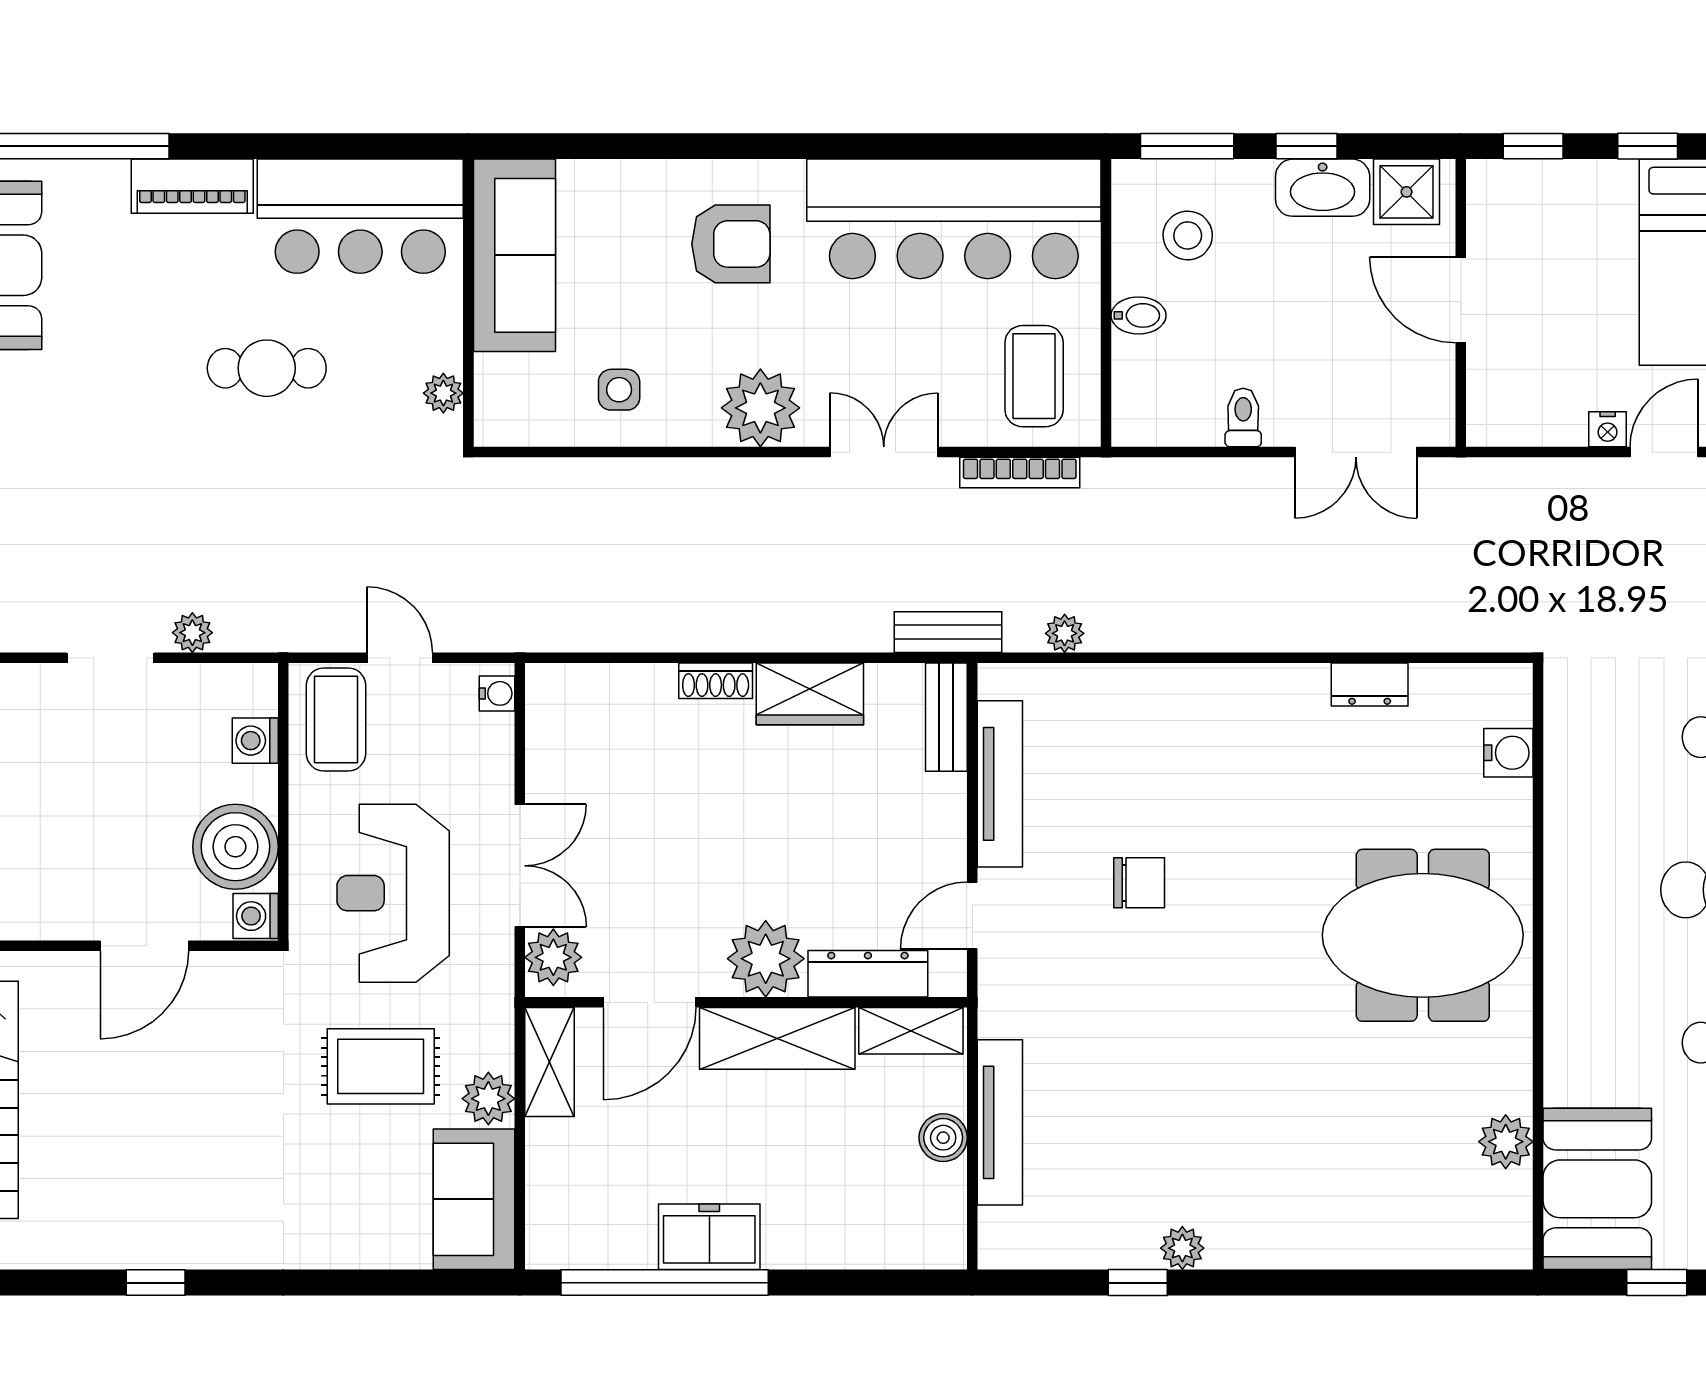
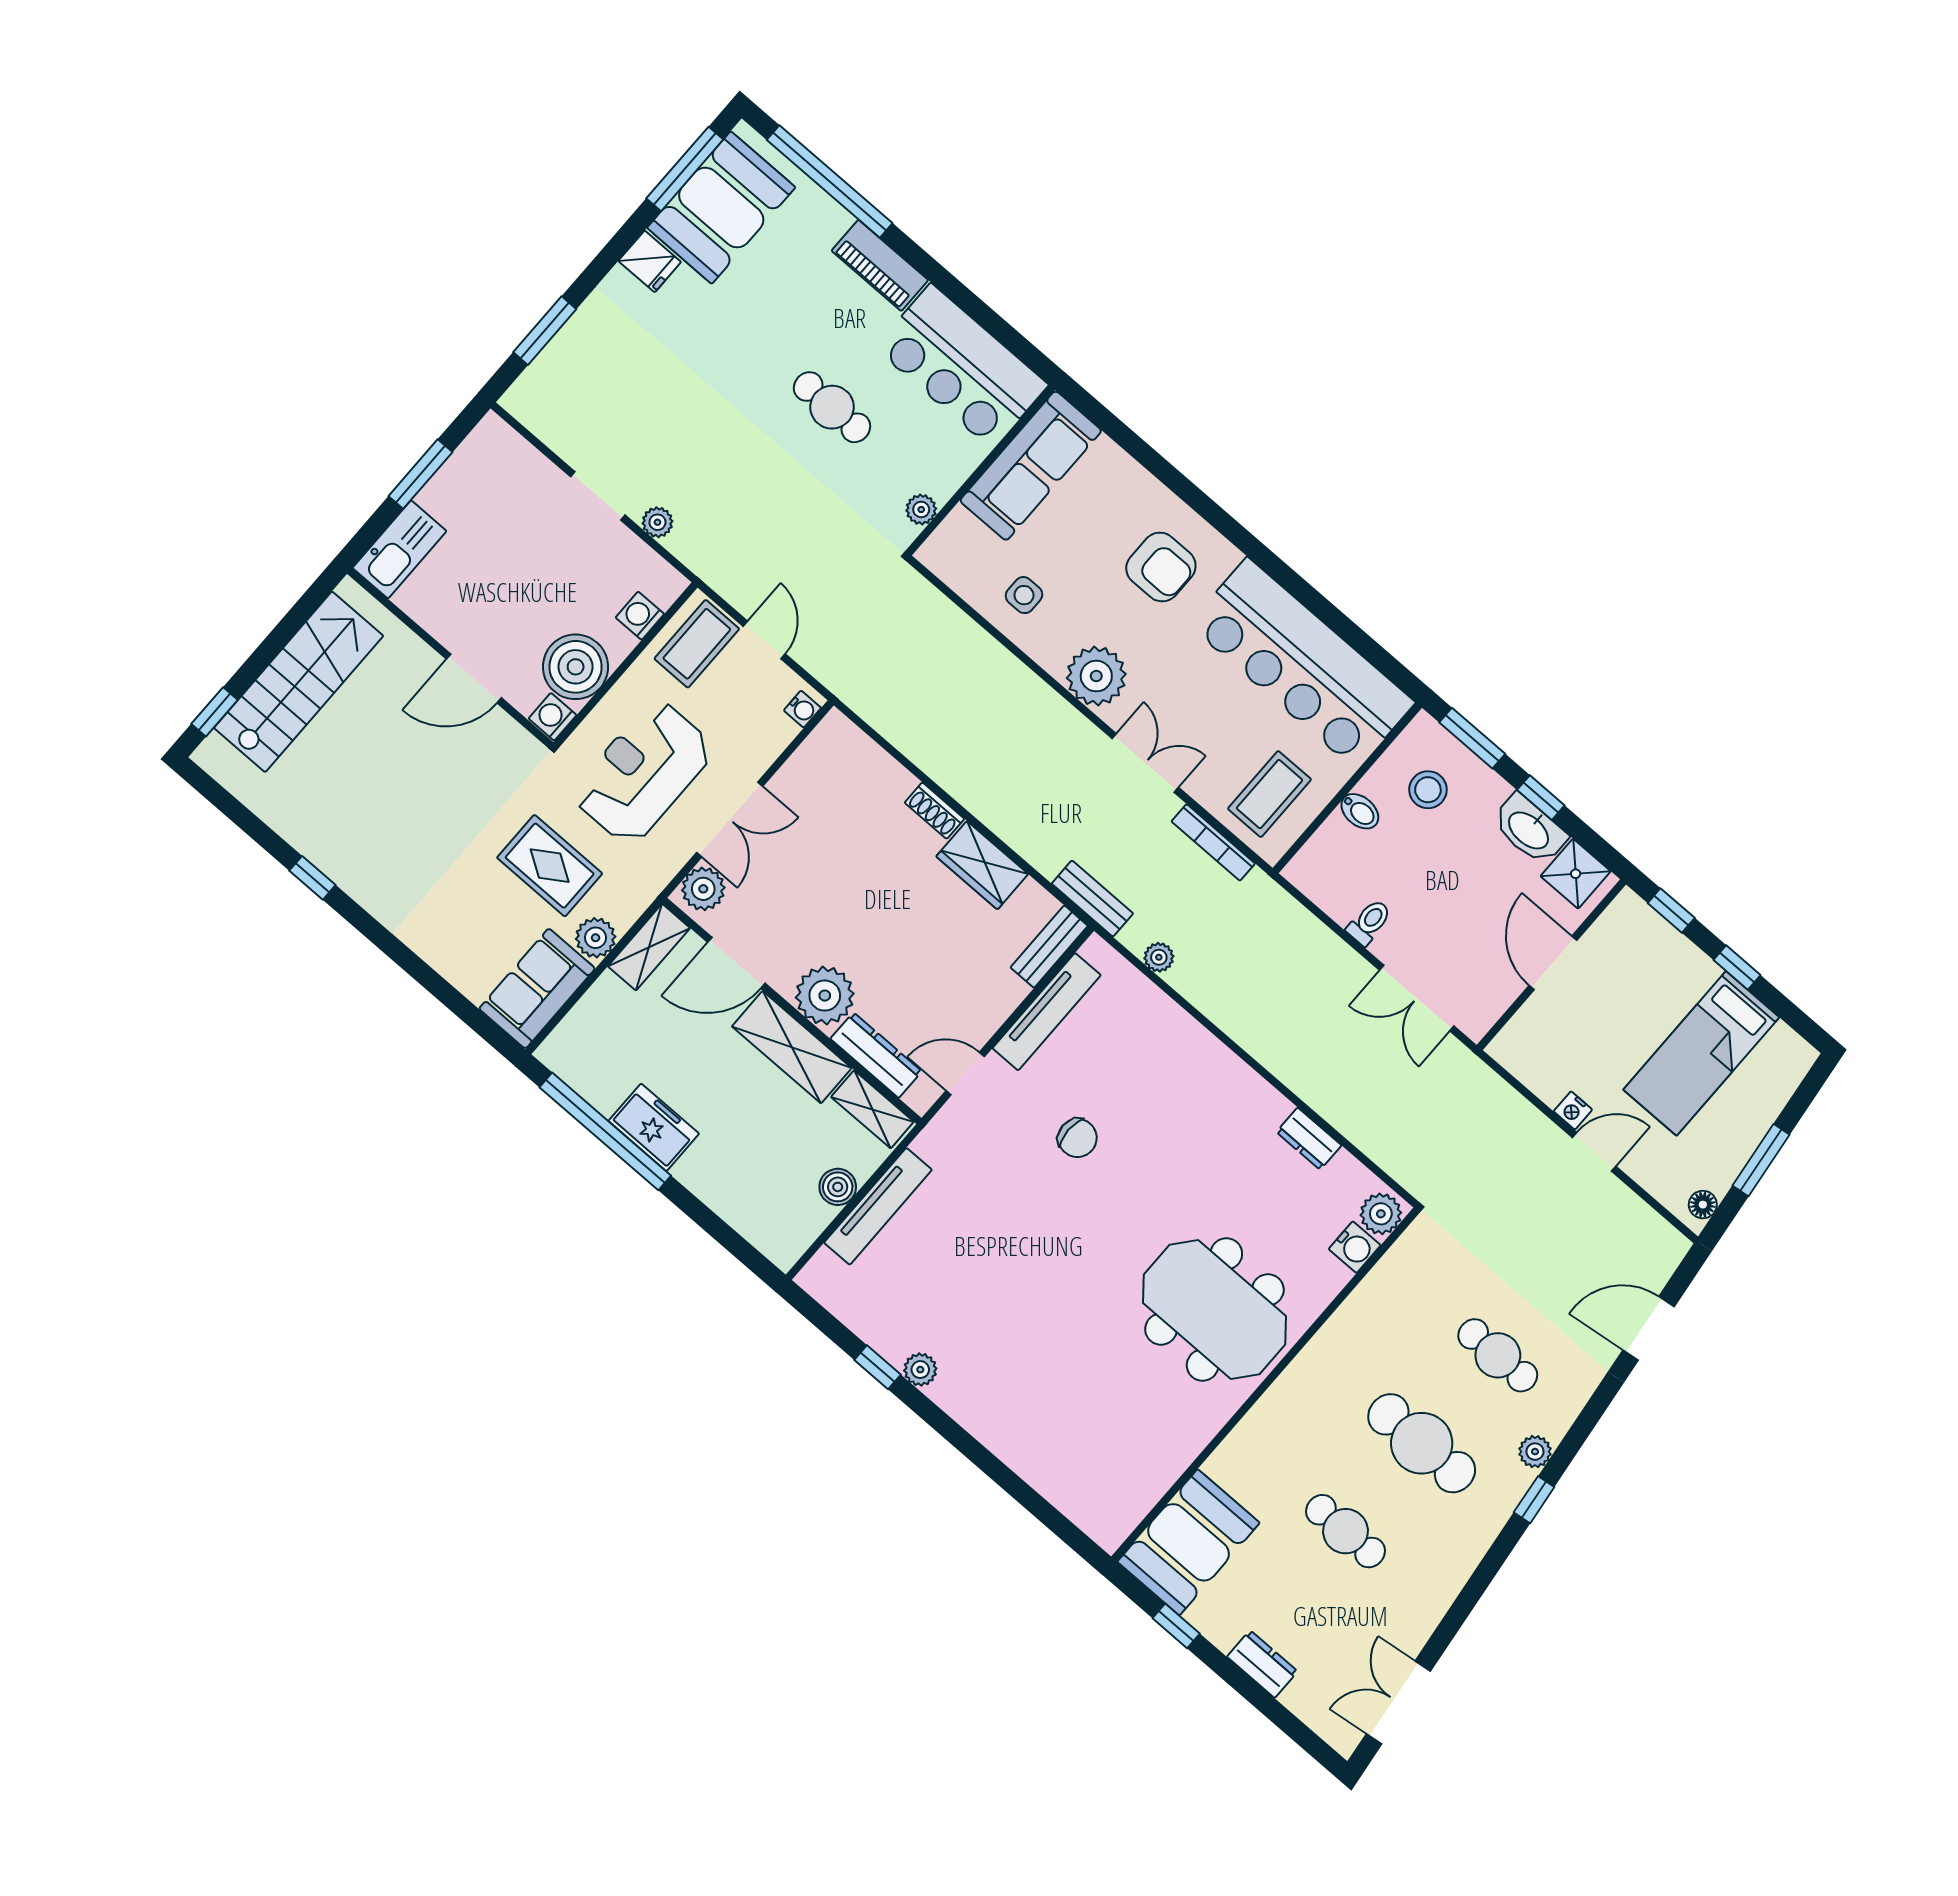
plant: (1506, 1142) -> (1381, 1214), moved

